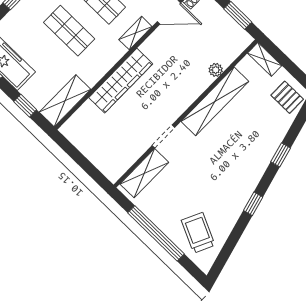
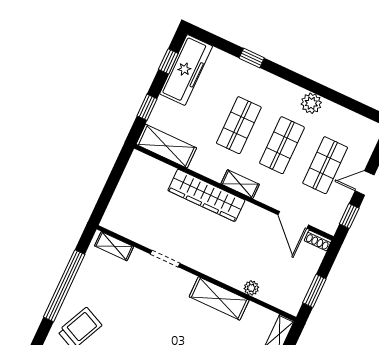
shelving: (135, 33) -> (240, 184), moved
shelving: (215, 101) -> (219, 298), width x0.68
shelving: (144, 173) -> (114, 246), width x0.67, depth x0.75

